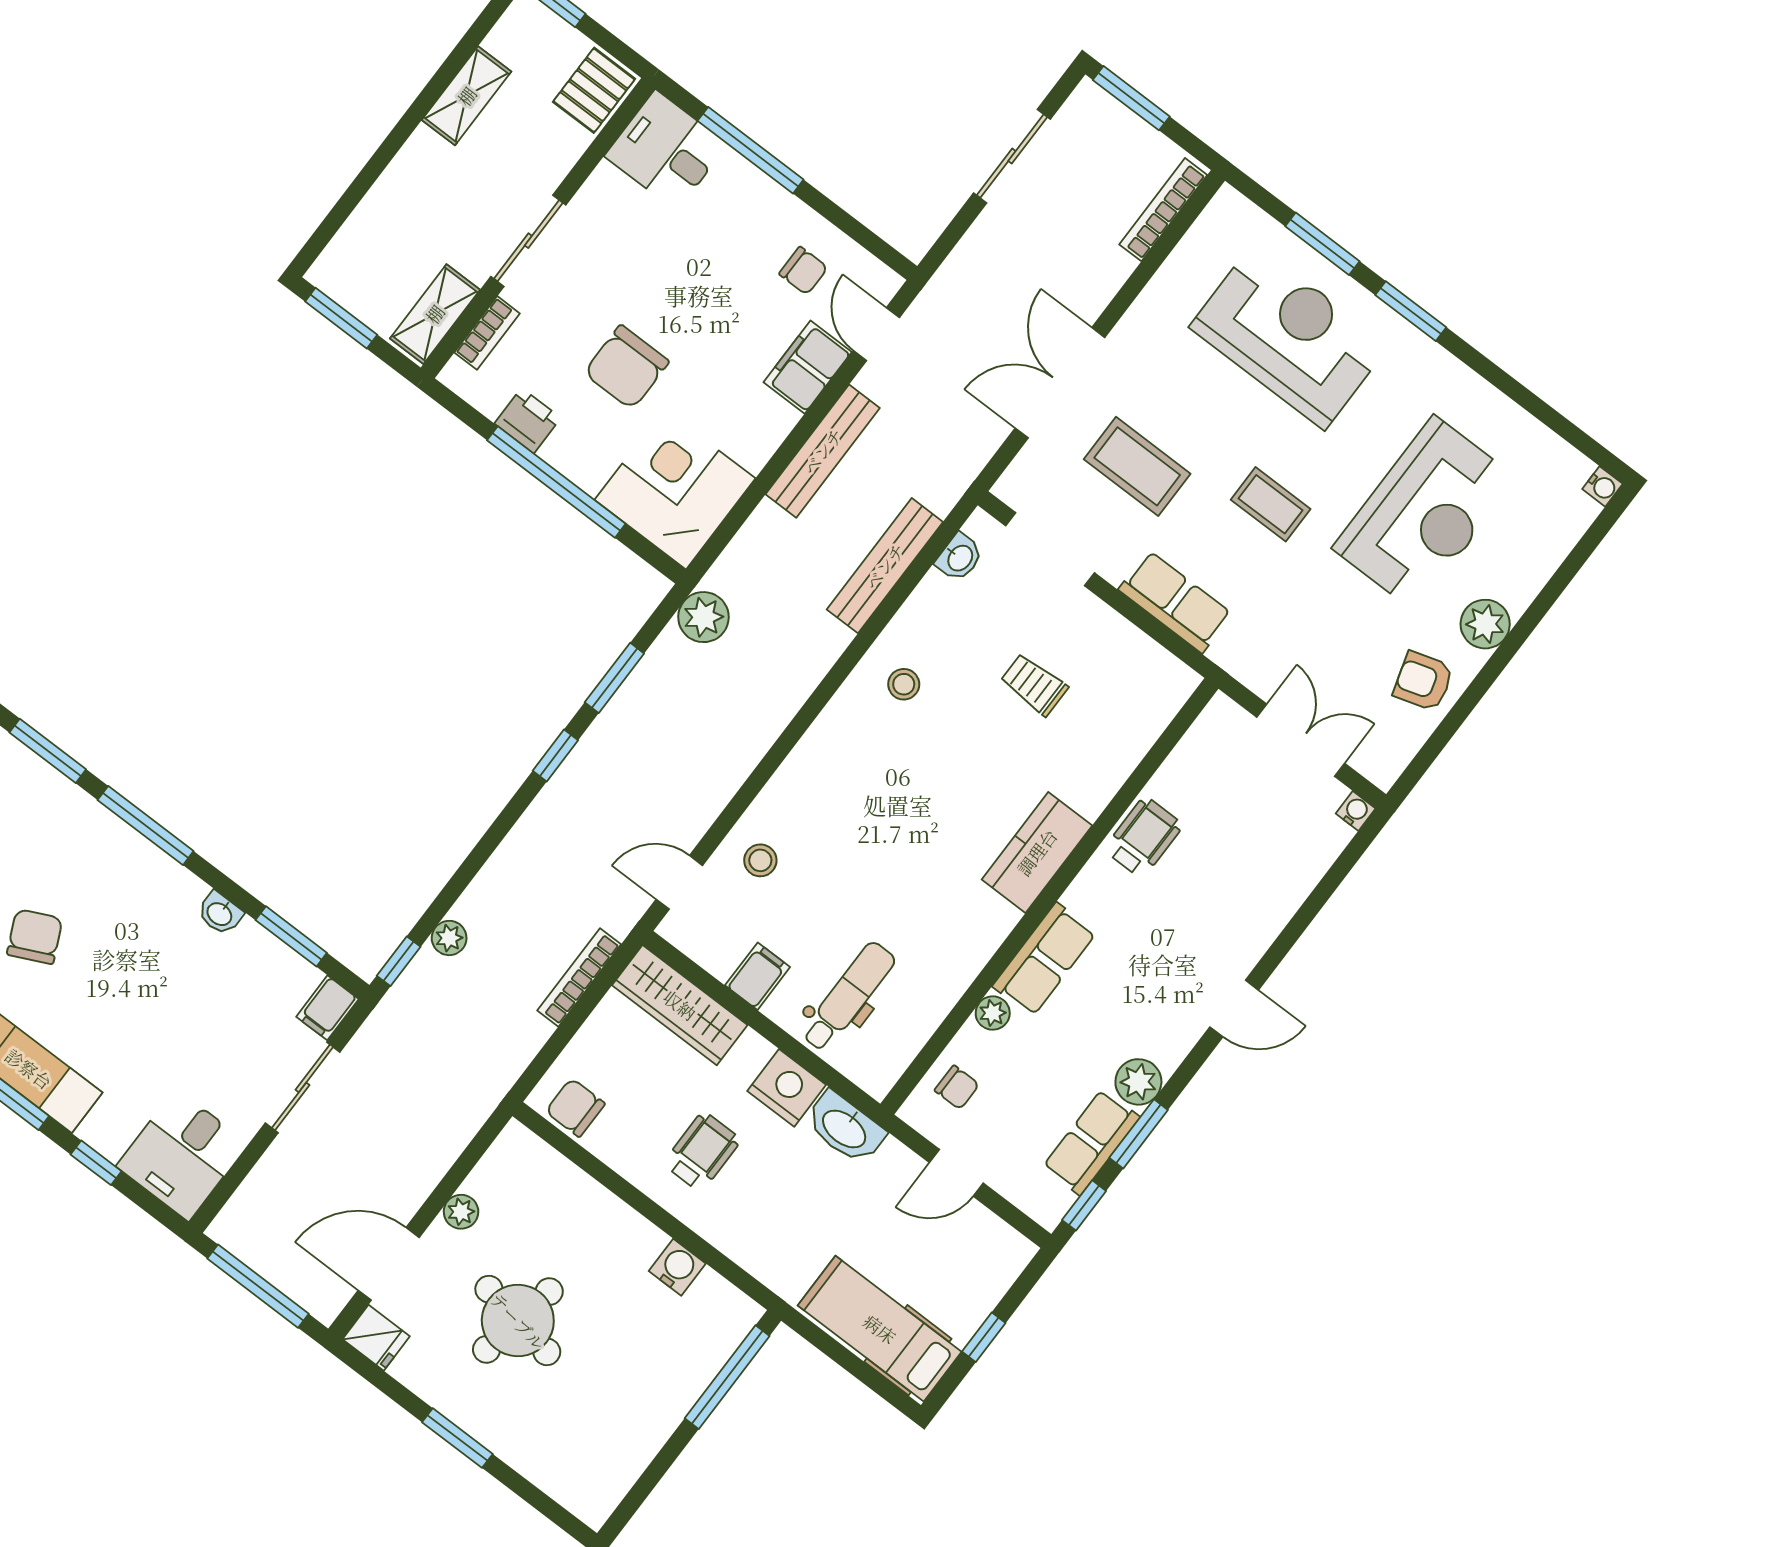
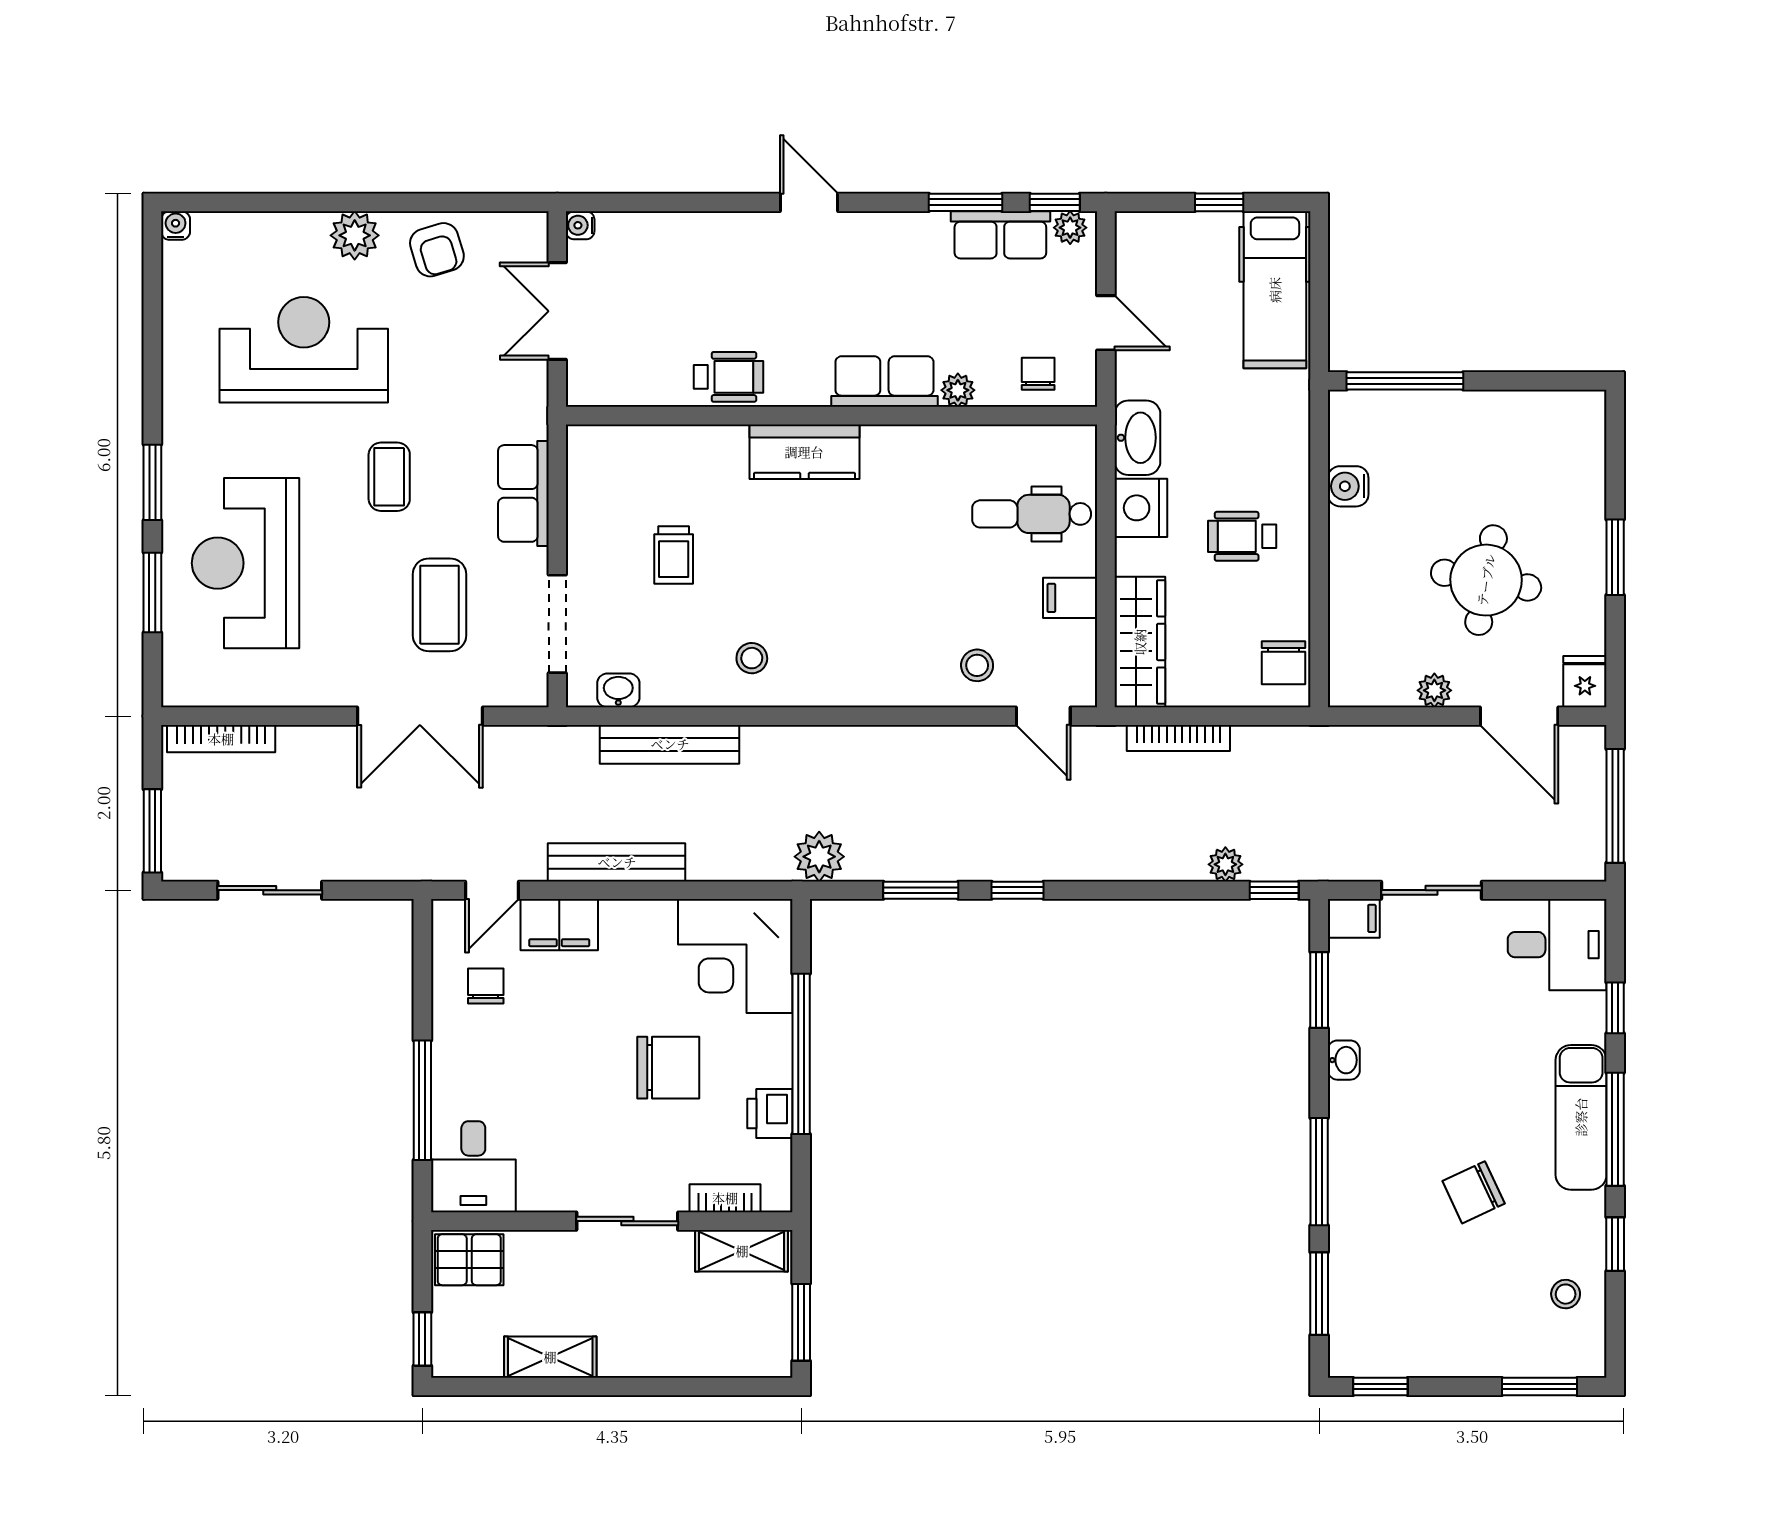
wheelchair: (1143, 837) -> (728, 377), turned 180
plant: (1138, 1082) -> (1070, 228), moved, width x0.73, depth x0.73

